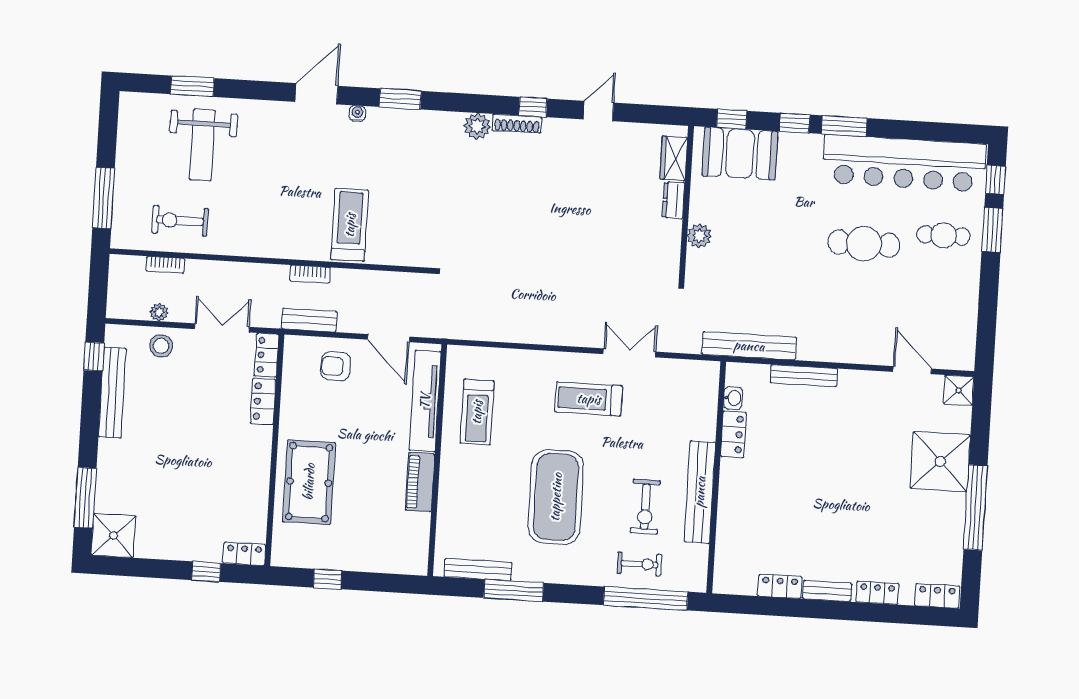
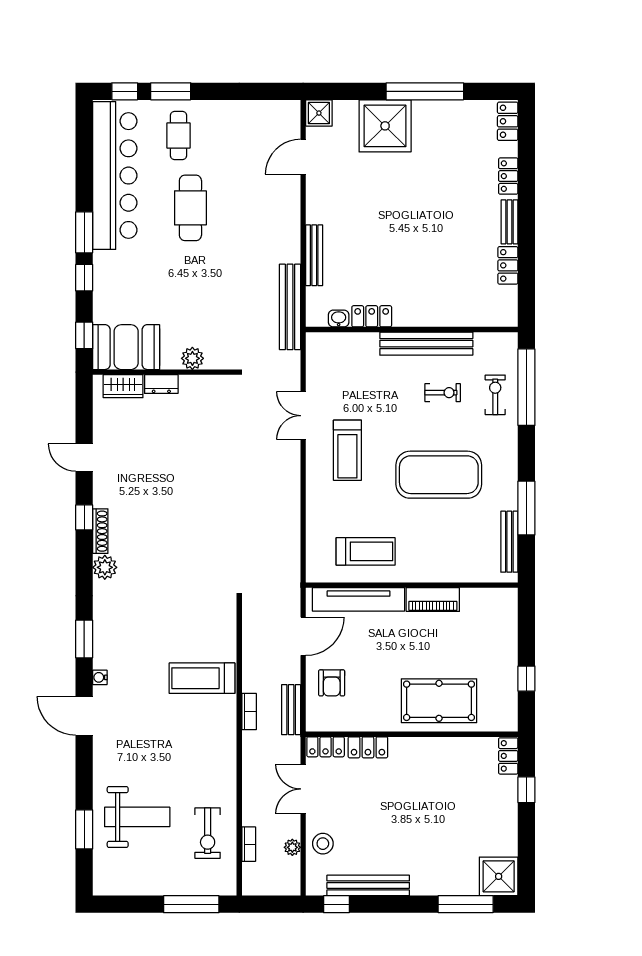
booth: (740, 154) -> (126, 347), moved, turned 90
exercise bike: (645, 507) -> (443, 393), width x0.73, depth x0.72

